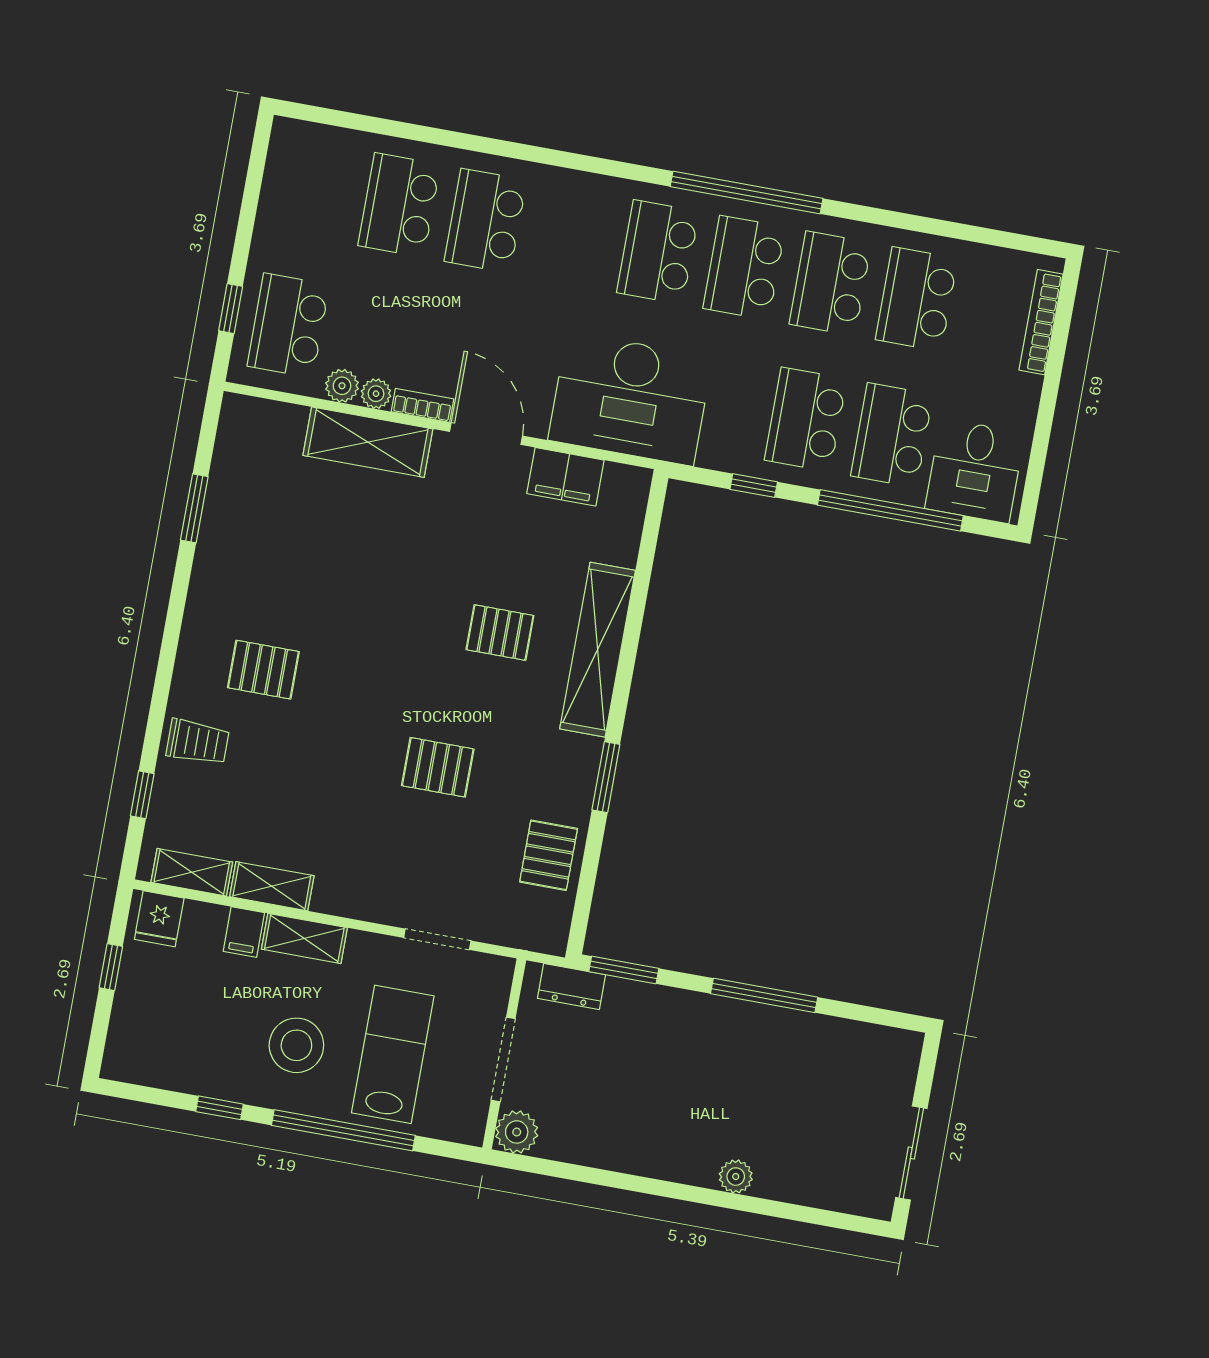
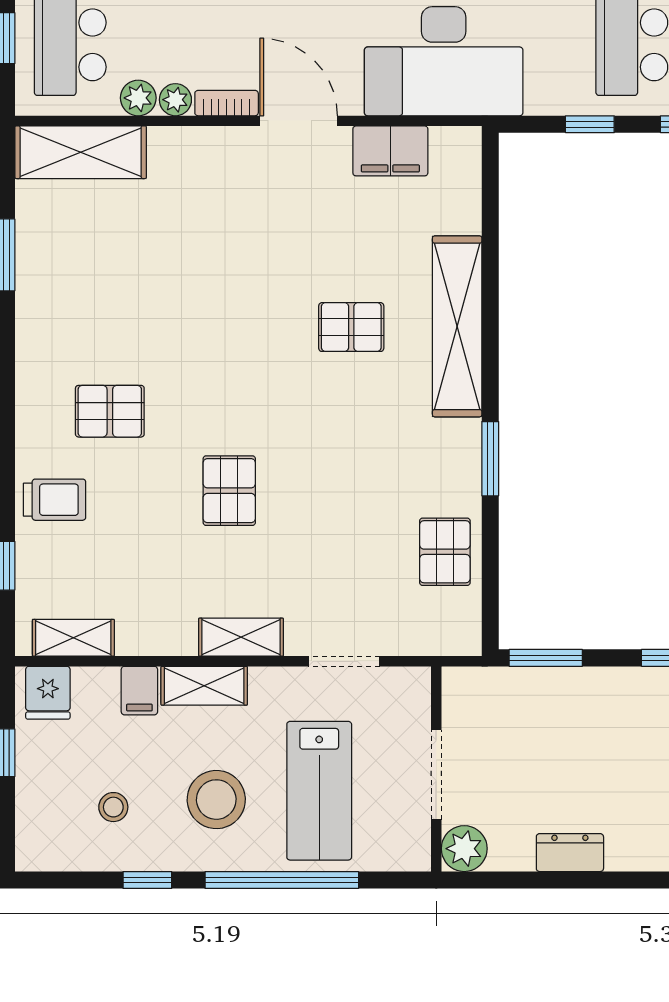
shelving: (368, 442) -> (81, 152), moved
pallet: (438, 767) -> (229, 491), moved, turned 90
shelving: (272, 886) -> (241, 637), moved
dresser: (571, 986) -> (570, 853), moved, turned 180
stool: (200, 1035) -> (113, 807), added
lab bench: (393, 1054) -> (319, 791), turned 180

